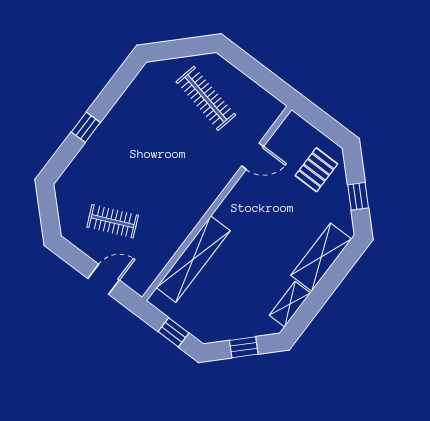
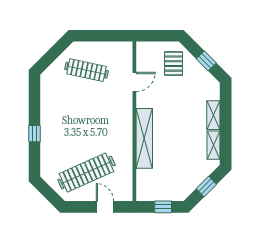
clothes rail: (113, 221) -> (86, 173), width x1.86, depth x1.31
shelving: (321, 257) -> (213, 115), width x0.67, depth x0.75
shelving: (193, 259) -> (144, 138), moved
door: (104, 279) -> (105, 207), hinge flipped

